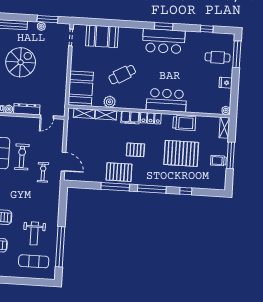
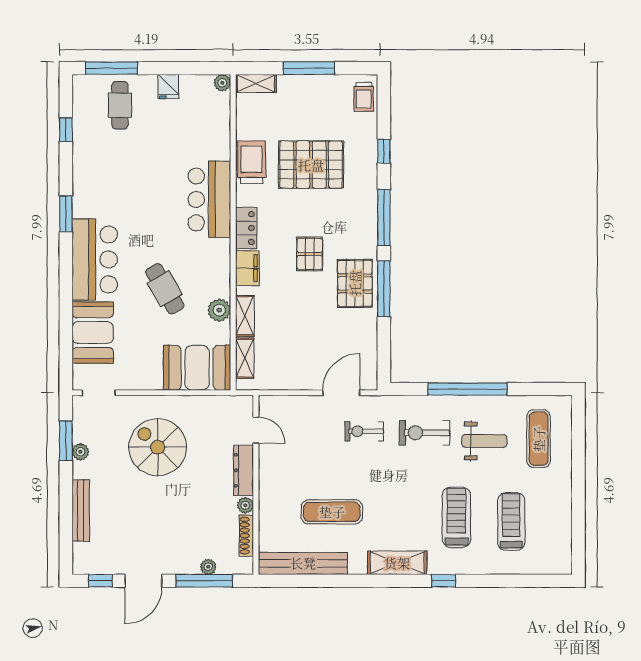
bar counter: (164, 41) -> (95, 259), moved
spiral stairs: (21, 62) -> (158, 447), moved
pallet: (181, 153) -> (311, 165), turned 90
exercise bike: (22, 157) -> (424, 433), moved
trolley: (218, 161) -> (364, 97), moved
window: (60, 247) -> (468, 389), moved

